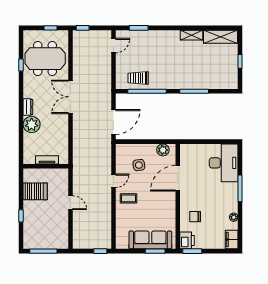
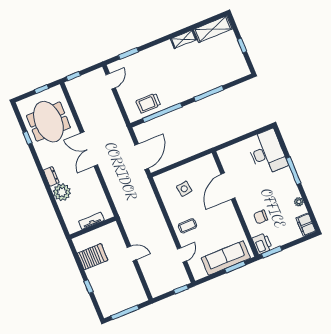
meeting table: (45, 59) -> (48, 122), turned 90
plant: (163, 150) -> (202, 164), removed
door: (113, 181) -> (182, 255), moved

